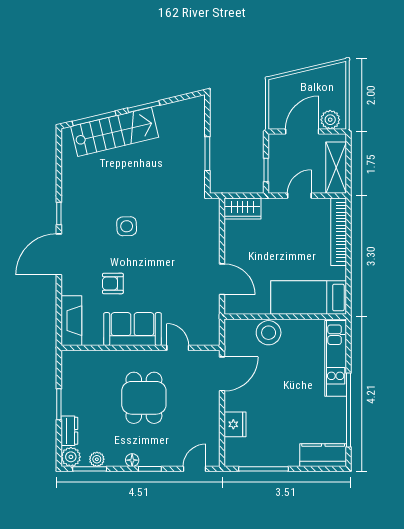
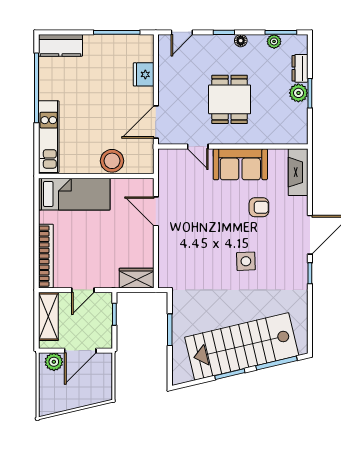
stairs: (115, 132) -> (242, 346), width x1.36, depth x1.51
plant: (71, 457) -> (298, 93), moved

